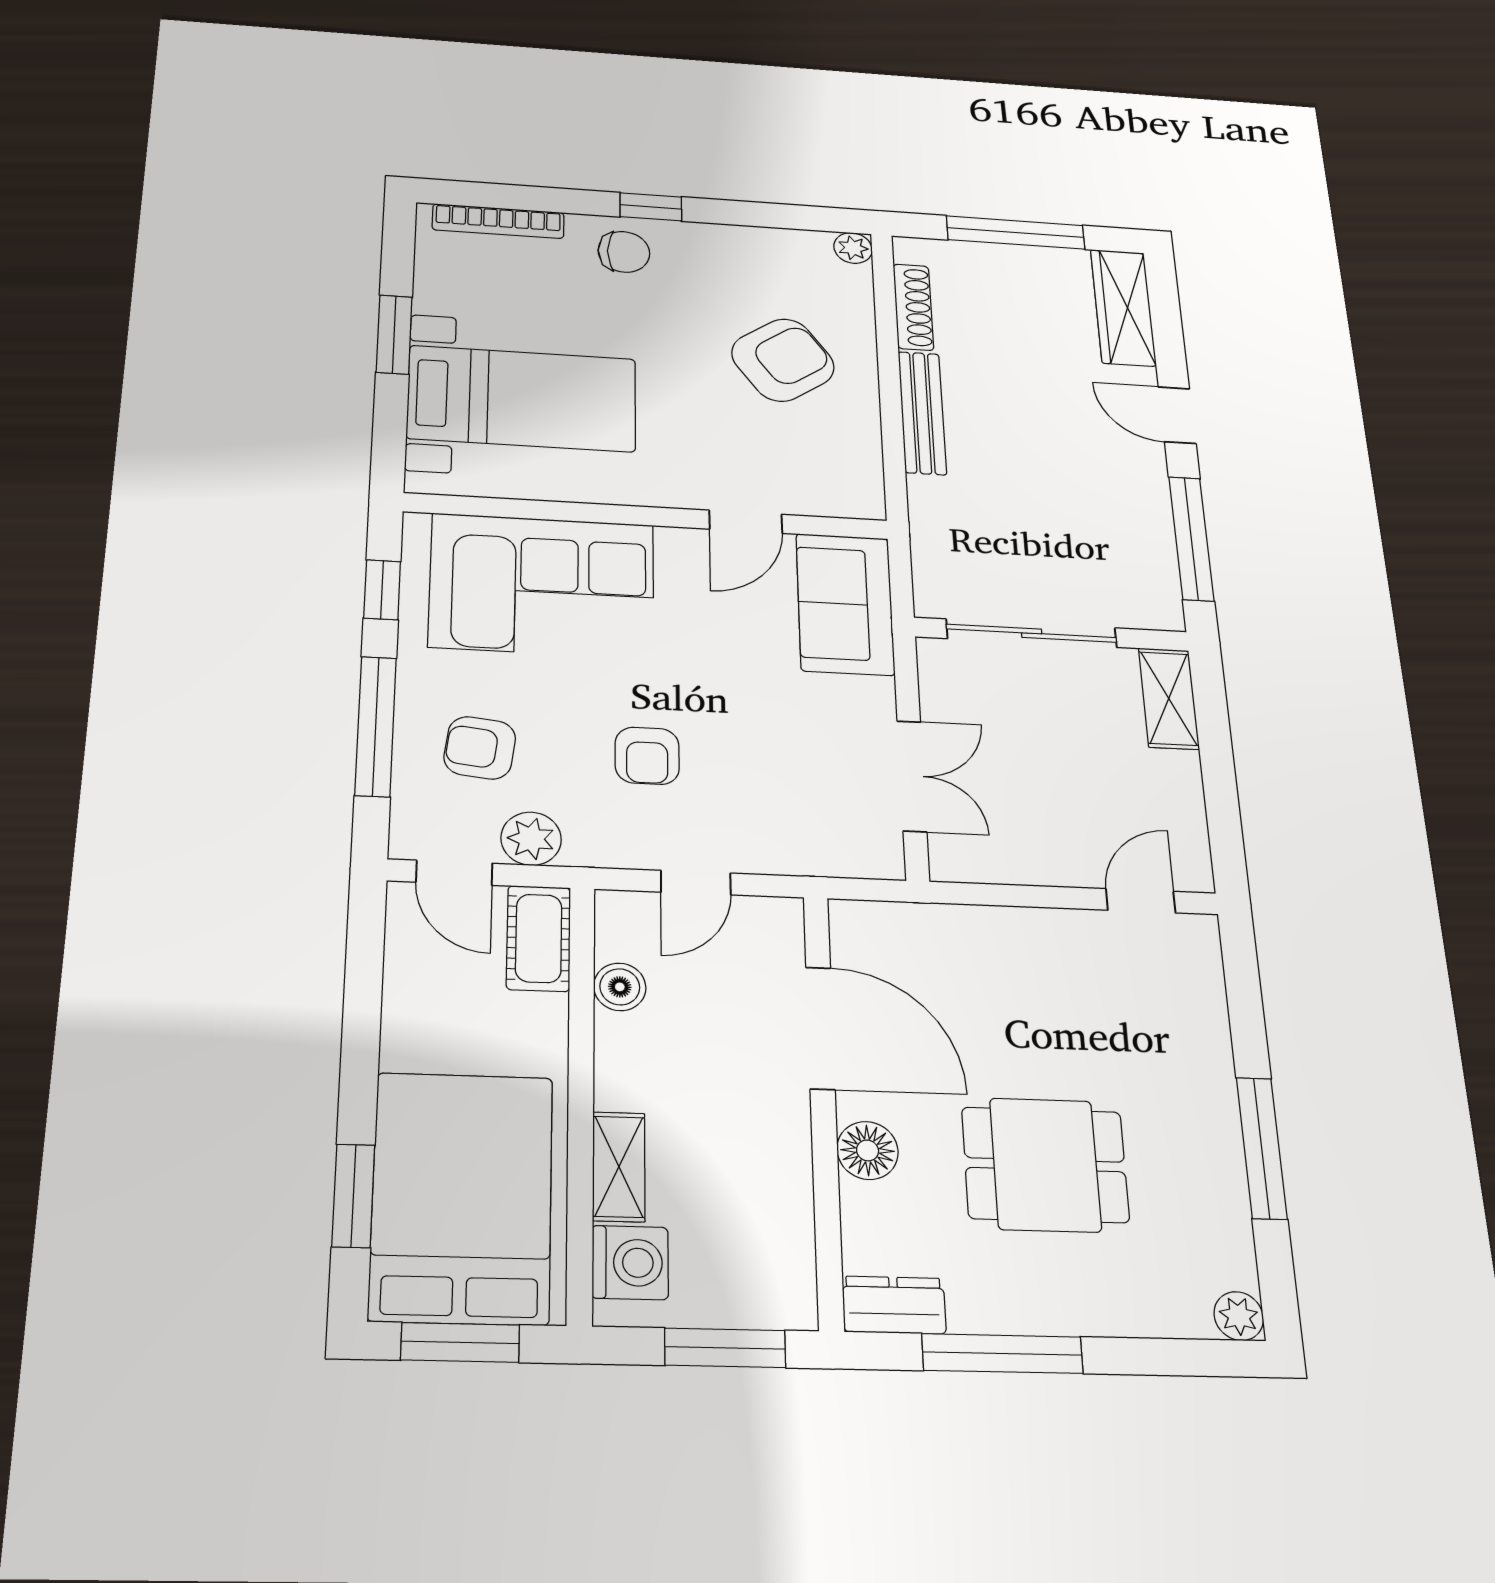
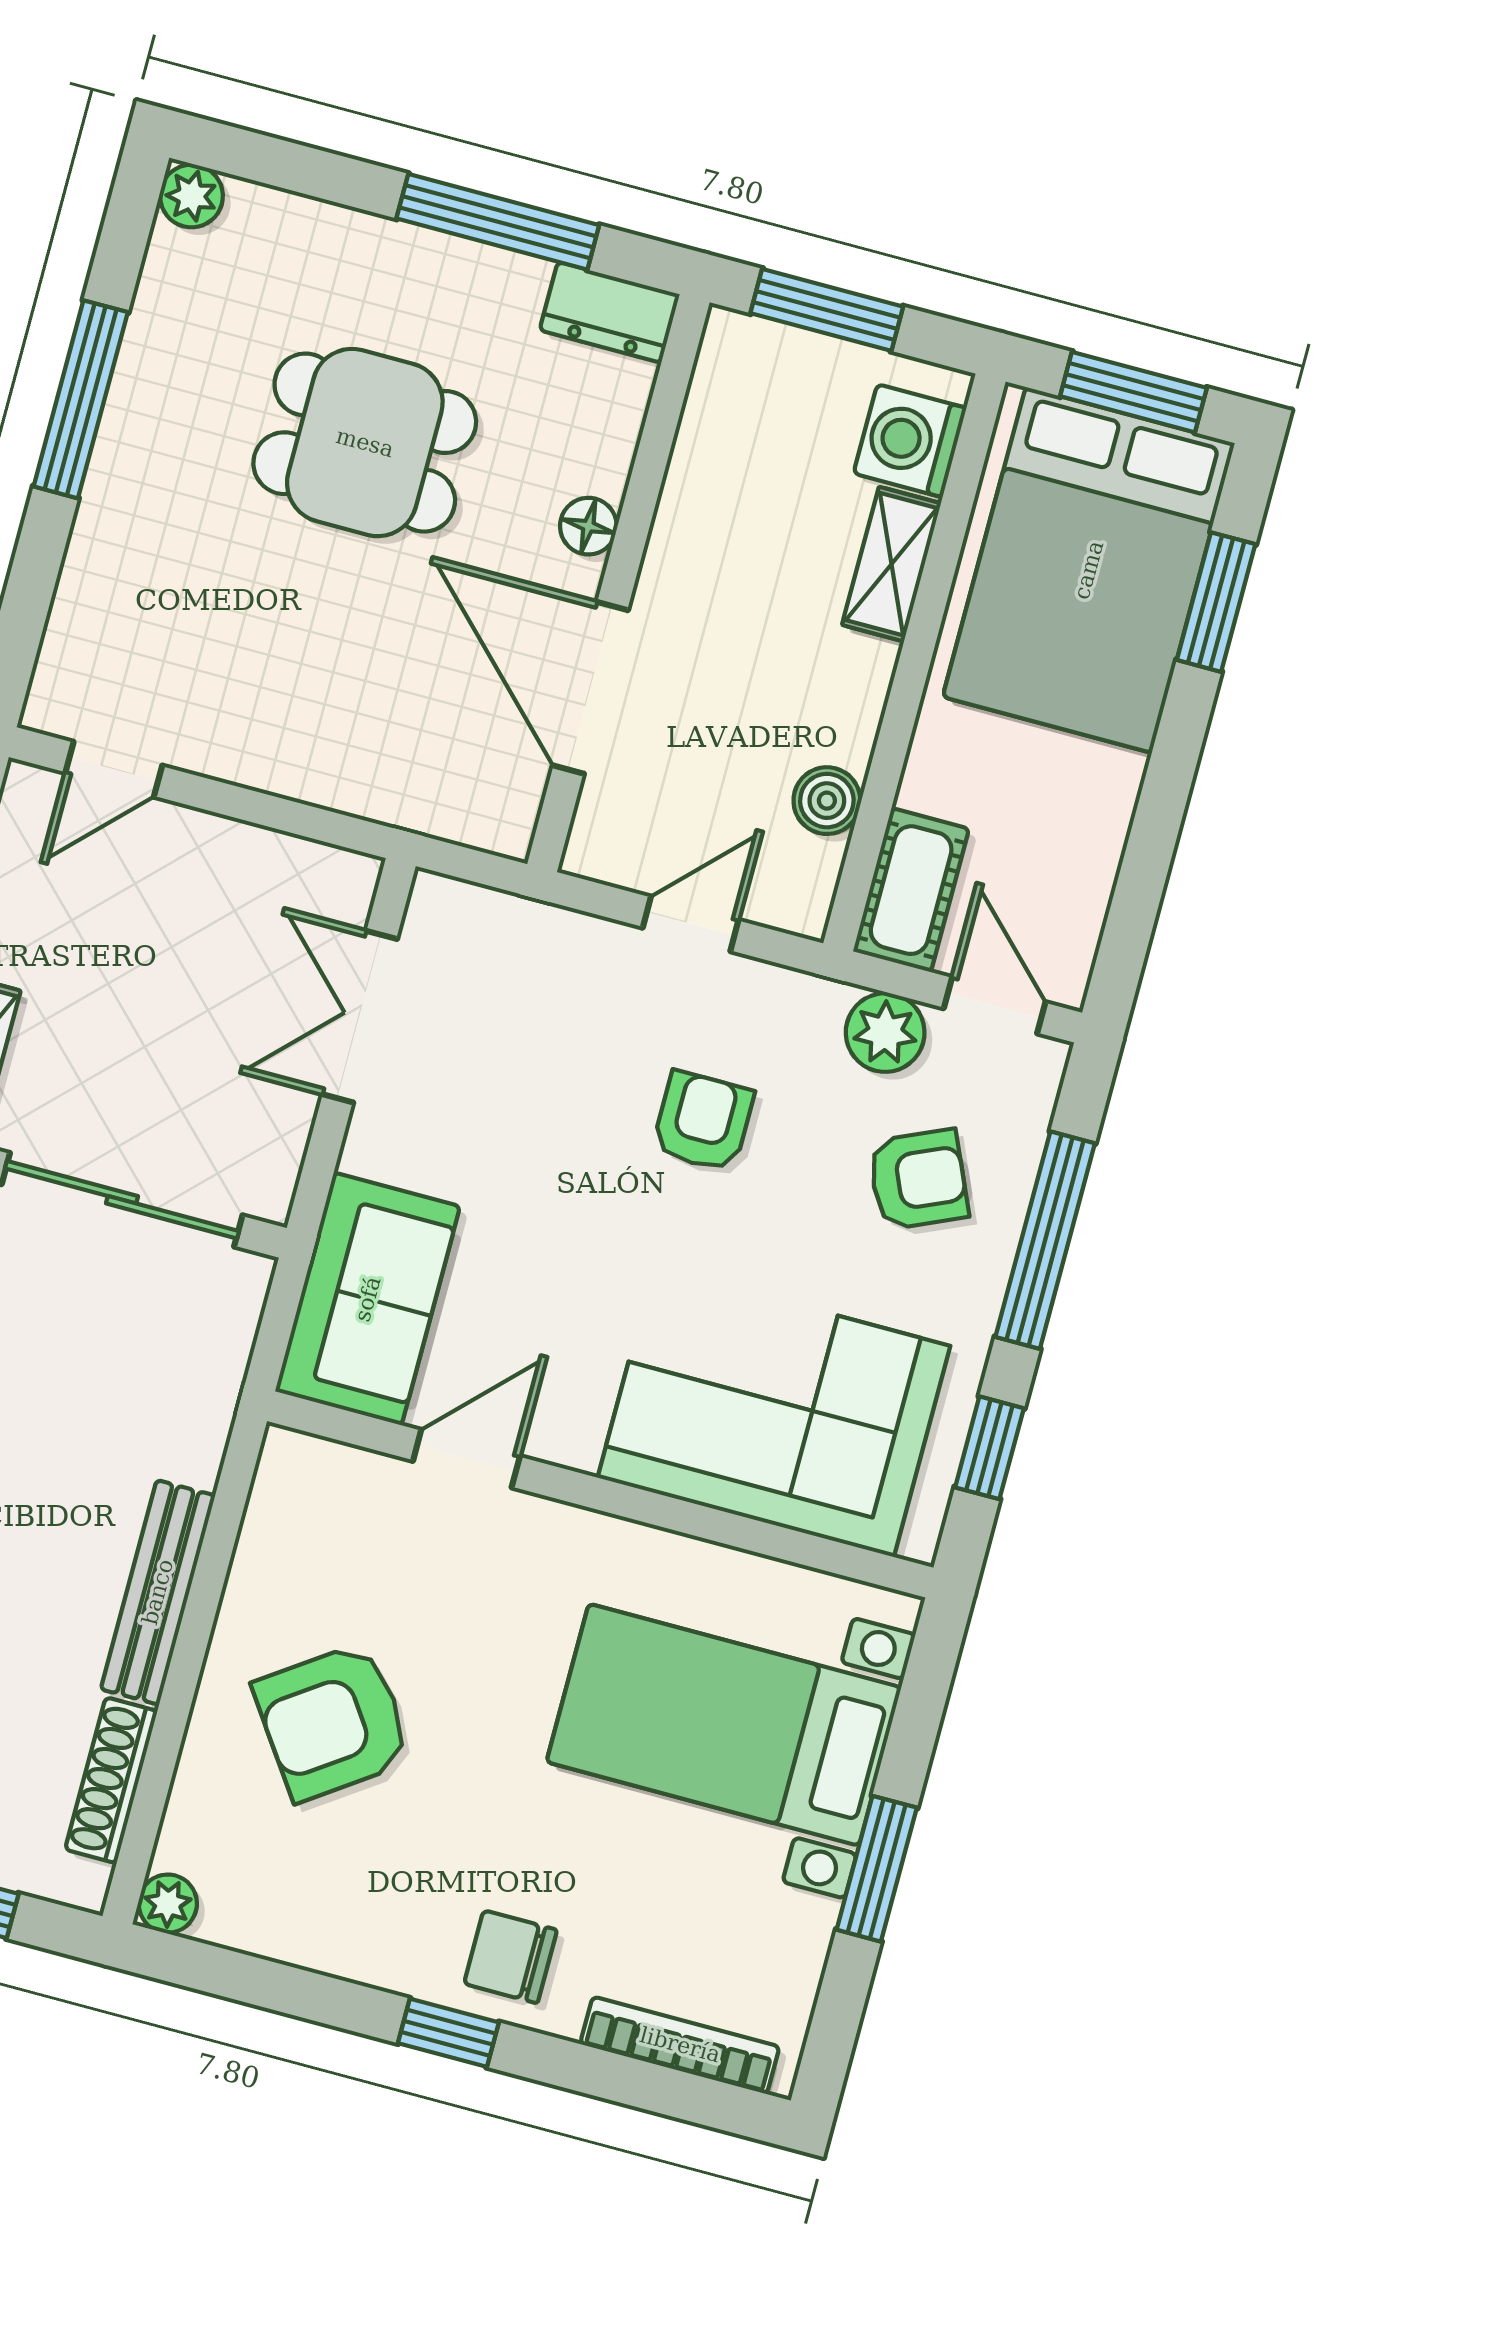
armchair: (480, 748) -> (918, 1179), turned -31
floor lamp: (868, 1150) -> (588, 526), width x0.73, depth x0.73

